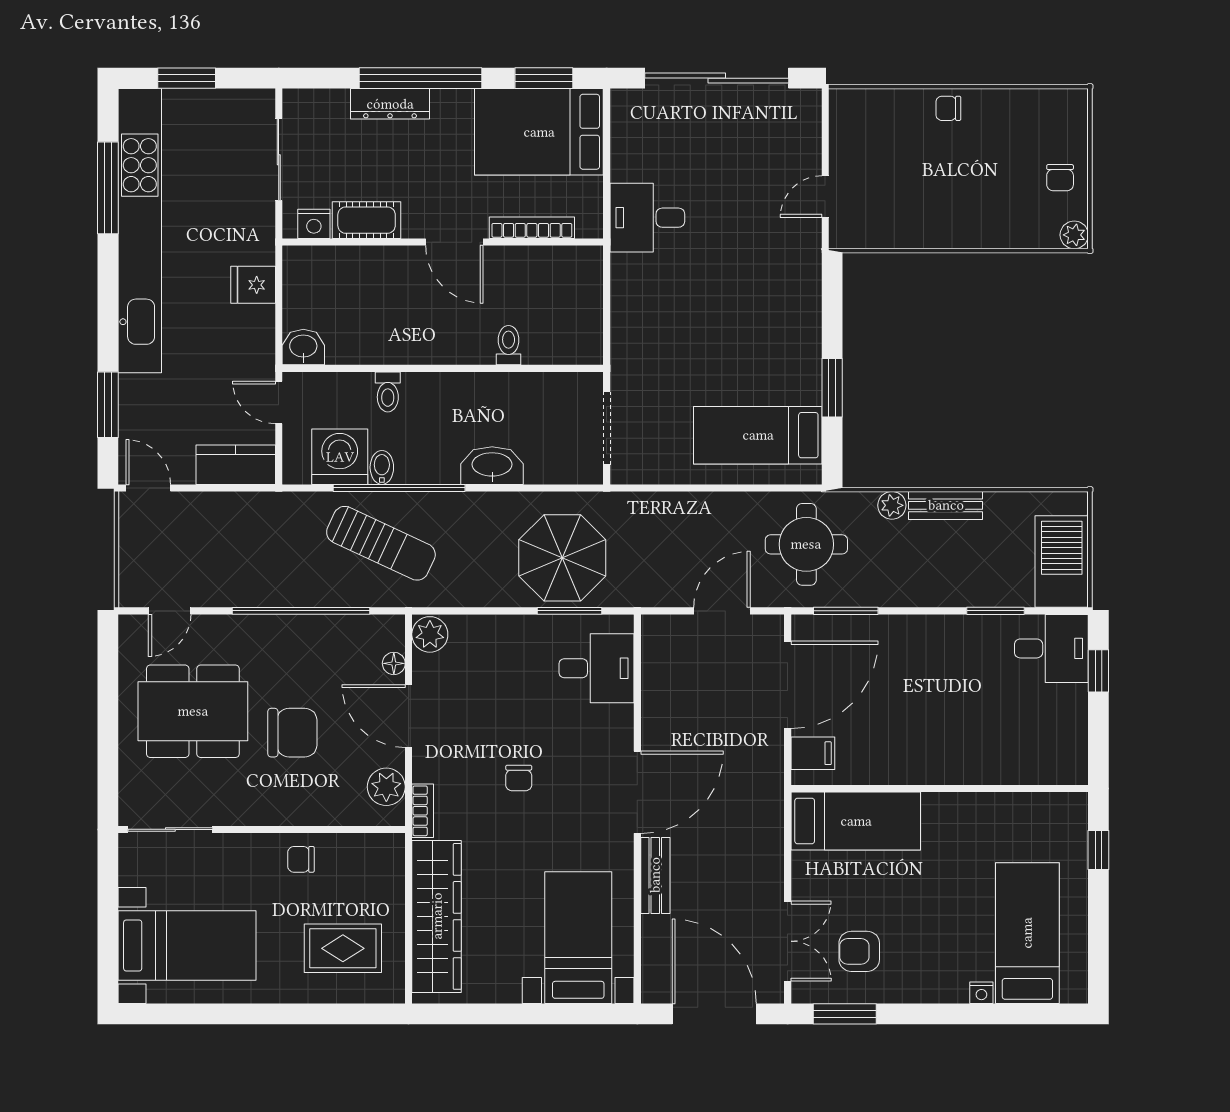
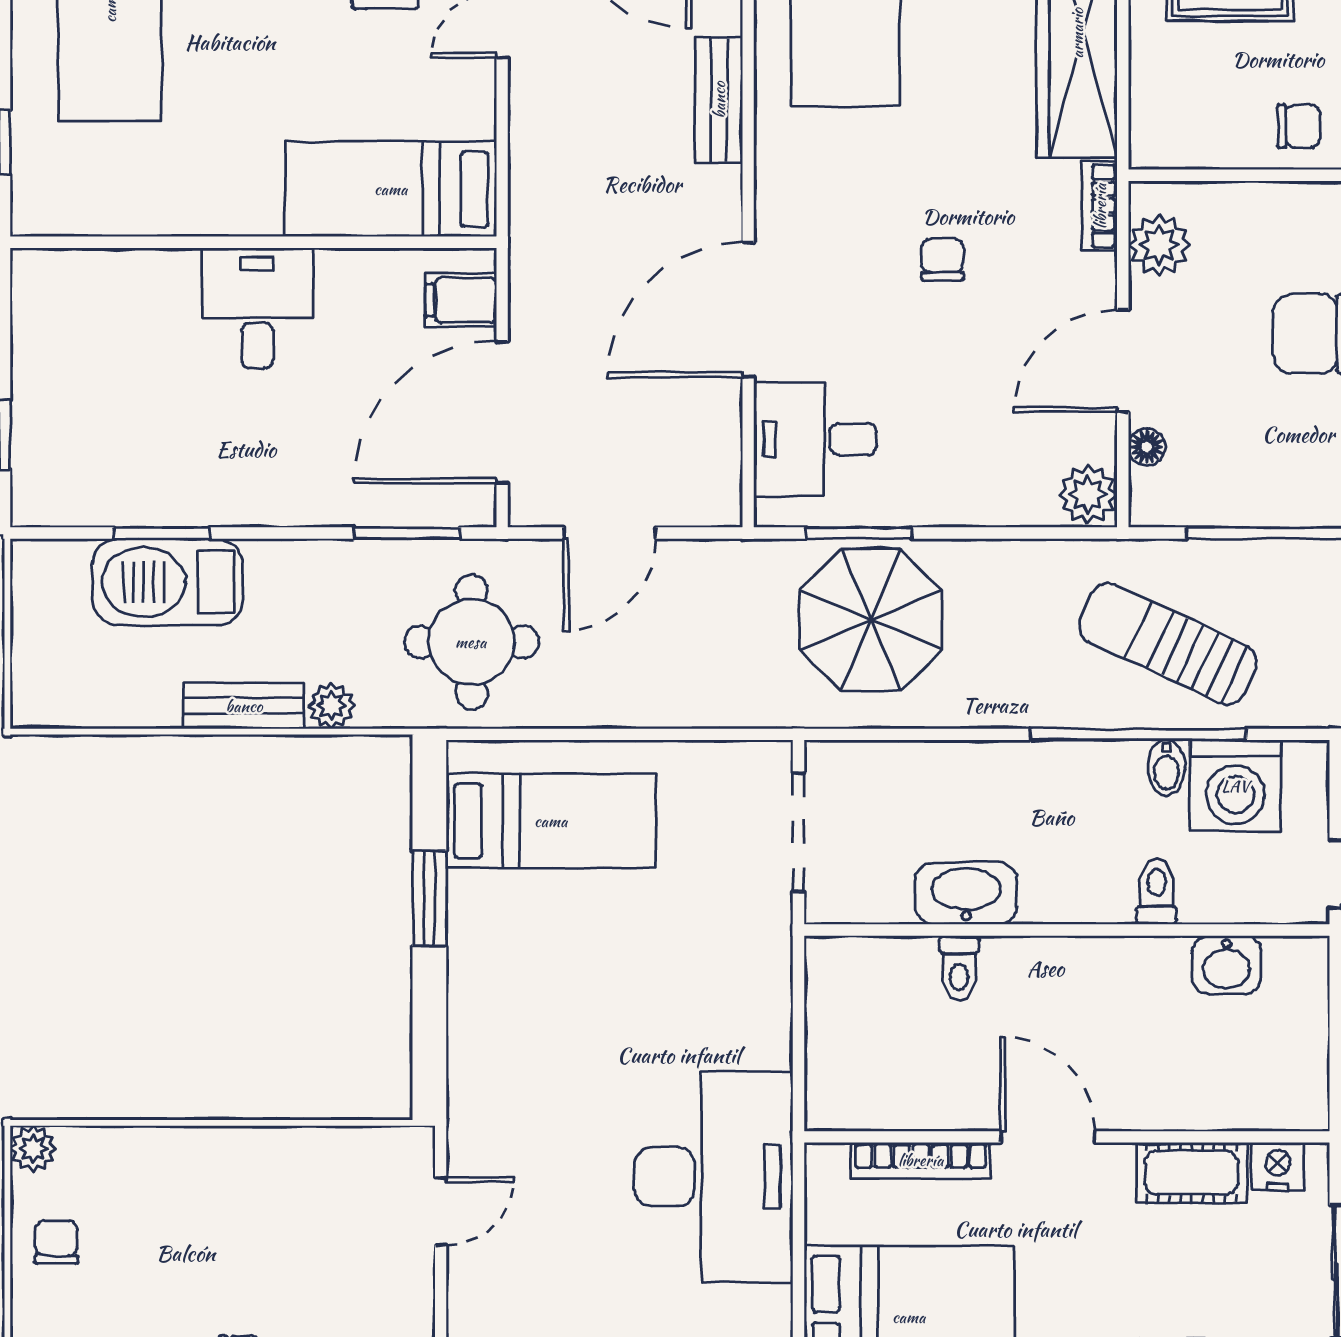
desk: (647, 218) -> (714, 1177), width x1.87, depth x1.30
washbasin: (303, 347) -> (1227, 965), moved
washbasin: (492, 466) -> (966, 893), moved, turned 180
barbecue: (1062, 562) -> (168, 582), moved, turned 90
desk: (1051, 648) -> (257, 308), moved, turned 90
door: (409, 716) -> (1123, 361), swing flipped
door: (637, 792) -> (748, 310), moved

